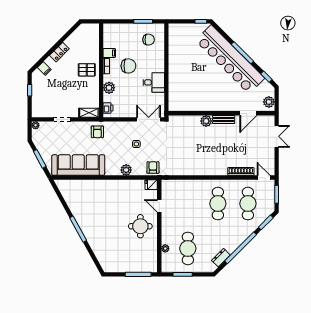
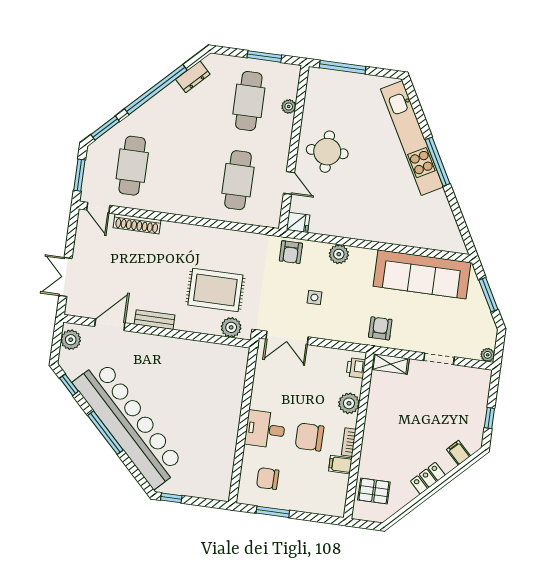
pallet: (87, 70) -> (374, 491), moved
desk: (154, 82) -> (265, 429), moved
plant: (206, 121) -> (231, 327), moved
rug: (192, 141) -> (215, 290), added
cafe table: (218, 204) -> (238, 180), moved
kitchen unit: (94, 240) -> (412, 138), added

